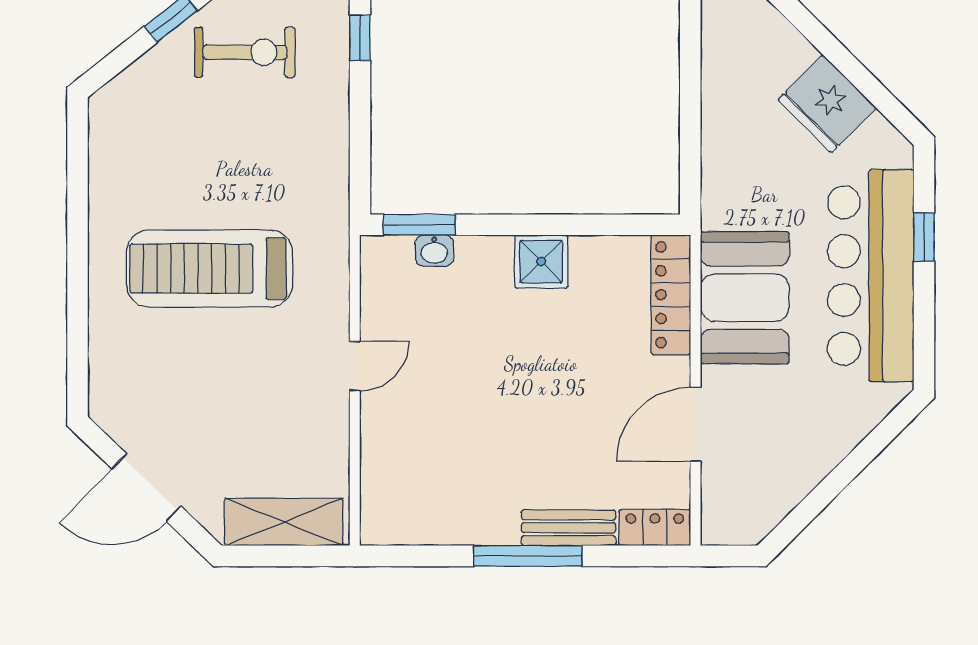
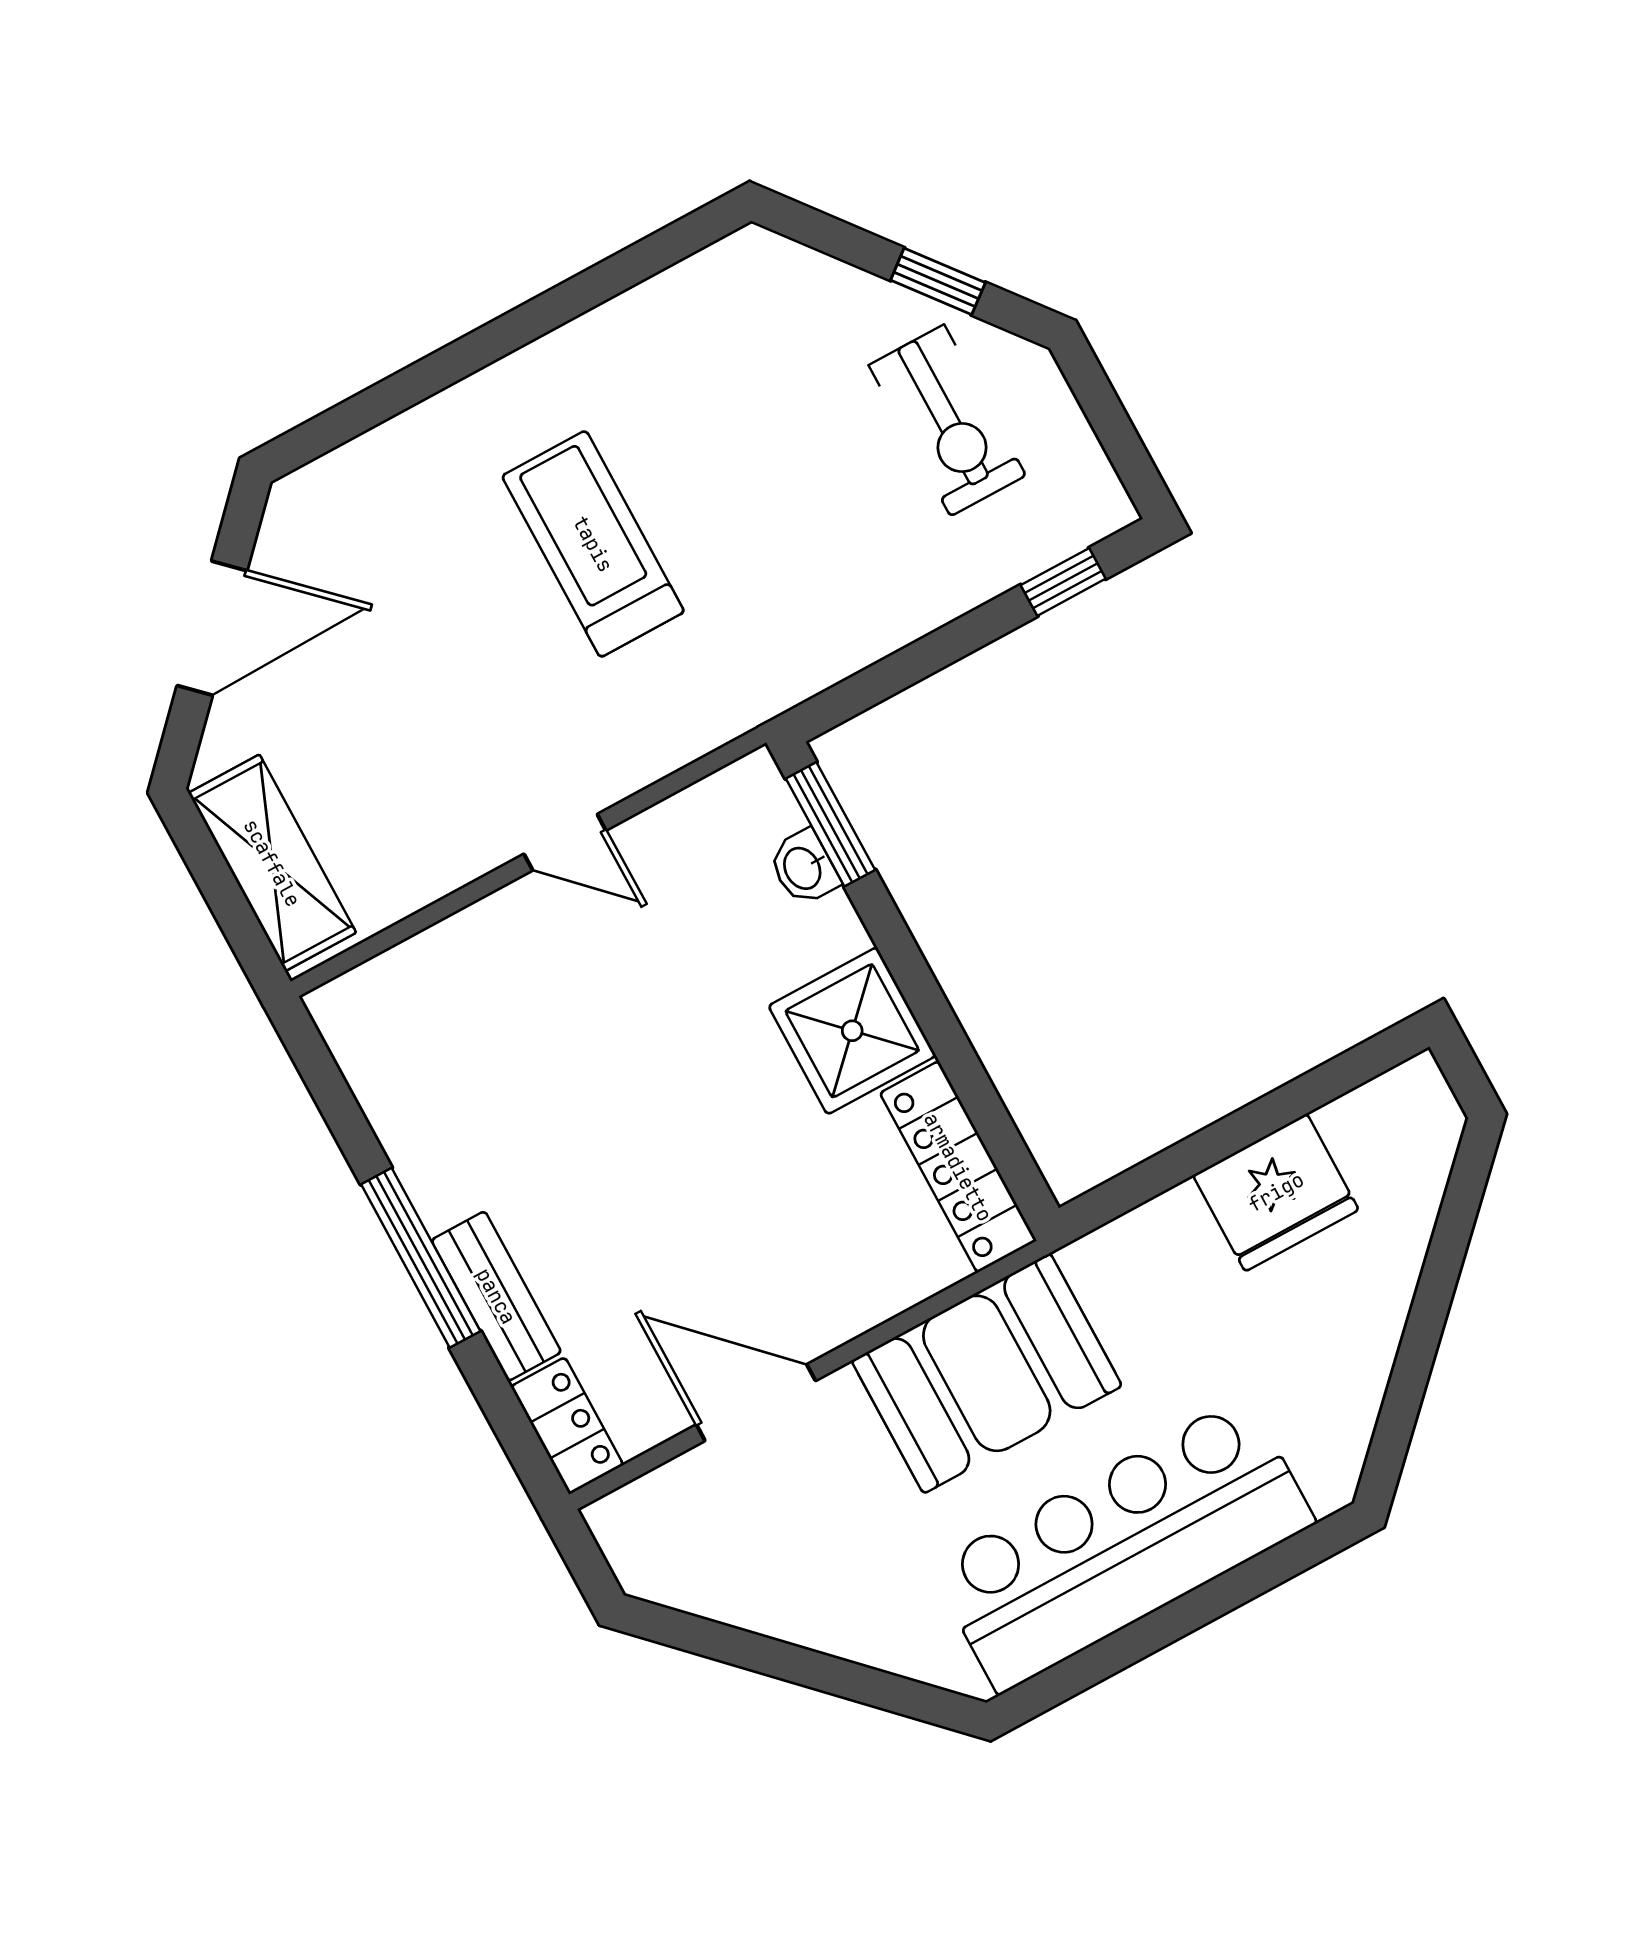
fridge: (827, 104) -> (1276, 1192), moved, turned -135
window: (924, 237) -> (1224, 1593), removed
shower: (541, 262) -> (852, 1031), width x1.36, depth x1.36
treadmill: (209, 269) -> (593, 544), width x0.73, depth x0.73
locker: (671, 295) -> (958, 1167), moved, turned -90
door: (147, 488) -> (212, 628), swing flipped

